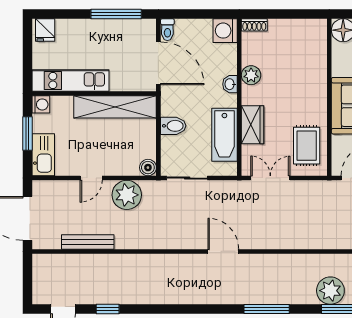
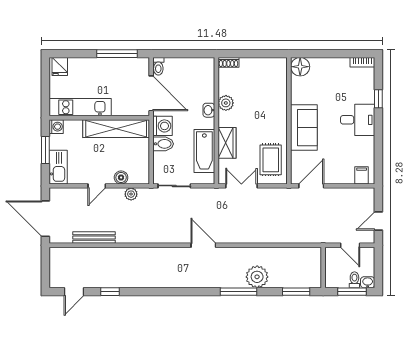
washing machine: (225, 31) -> (163, 126), moved, turned 180
boiler: (148, 168) -> (121, 177), moved
plant: (127, 195) -> (131, 194), width x0.53, depth x0.53
plant: (330, 291) -> (257, 277), moved

